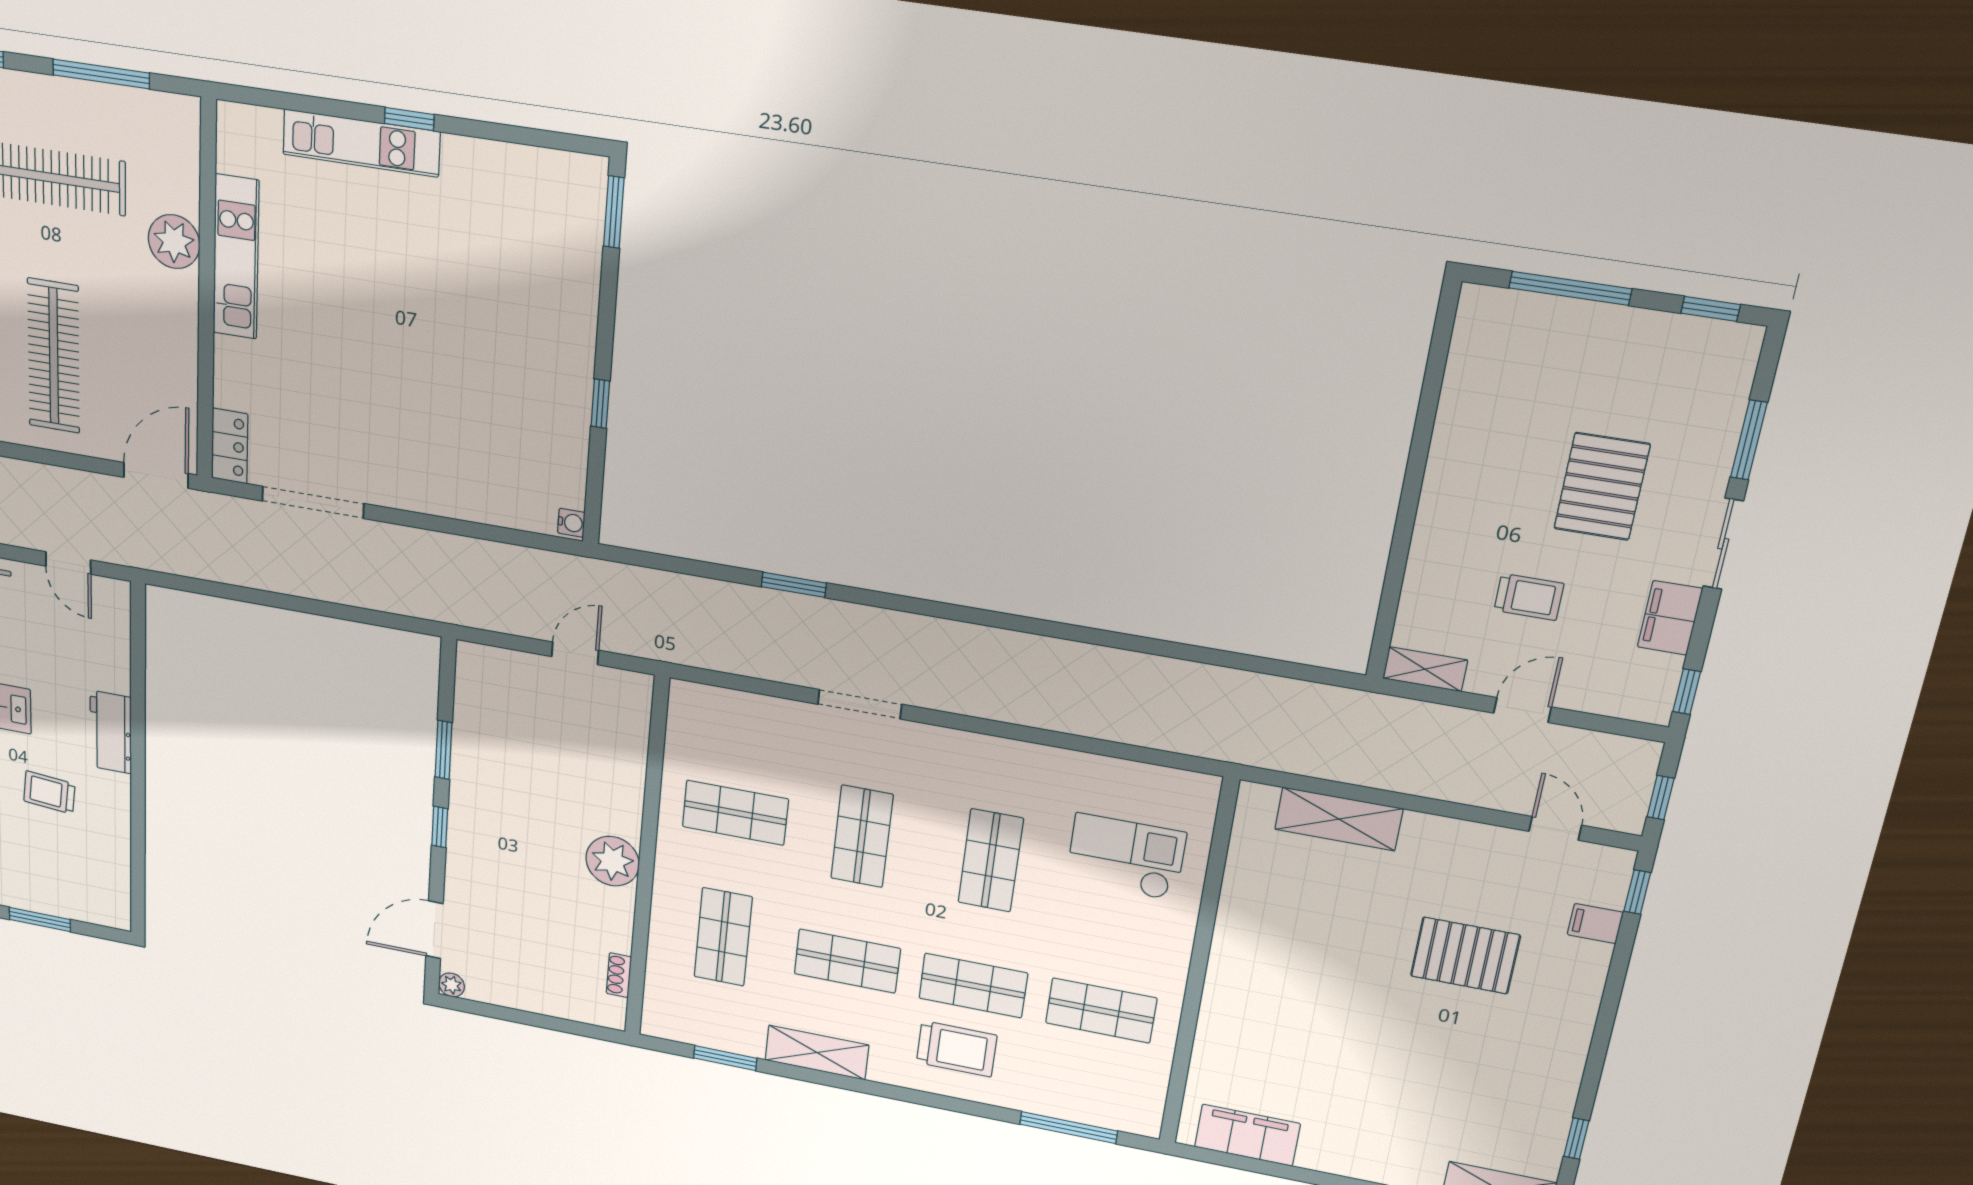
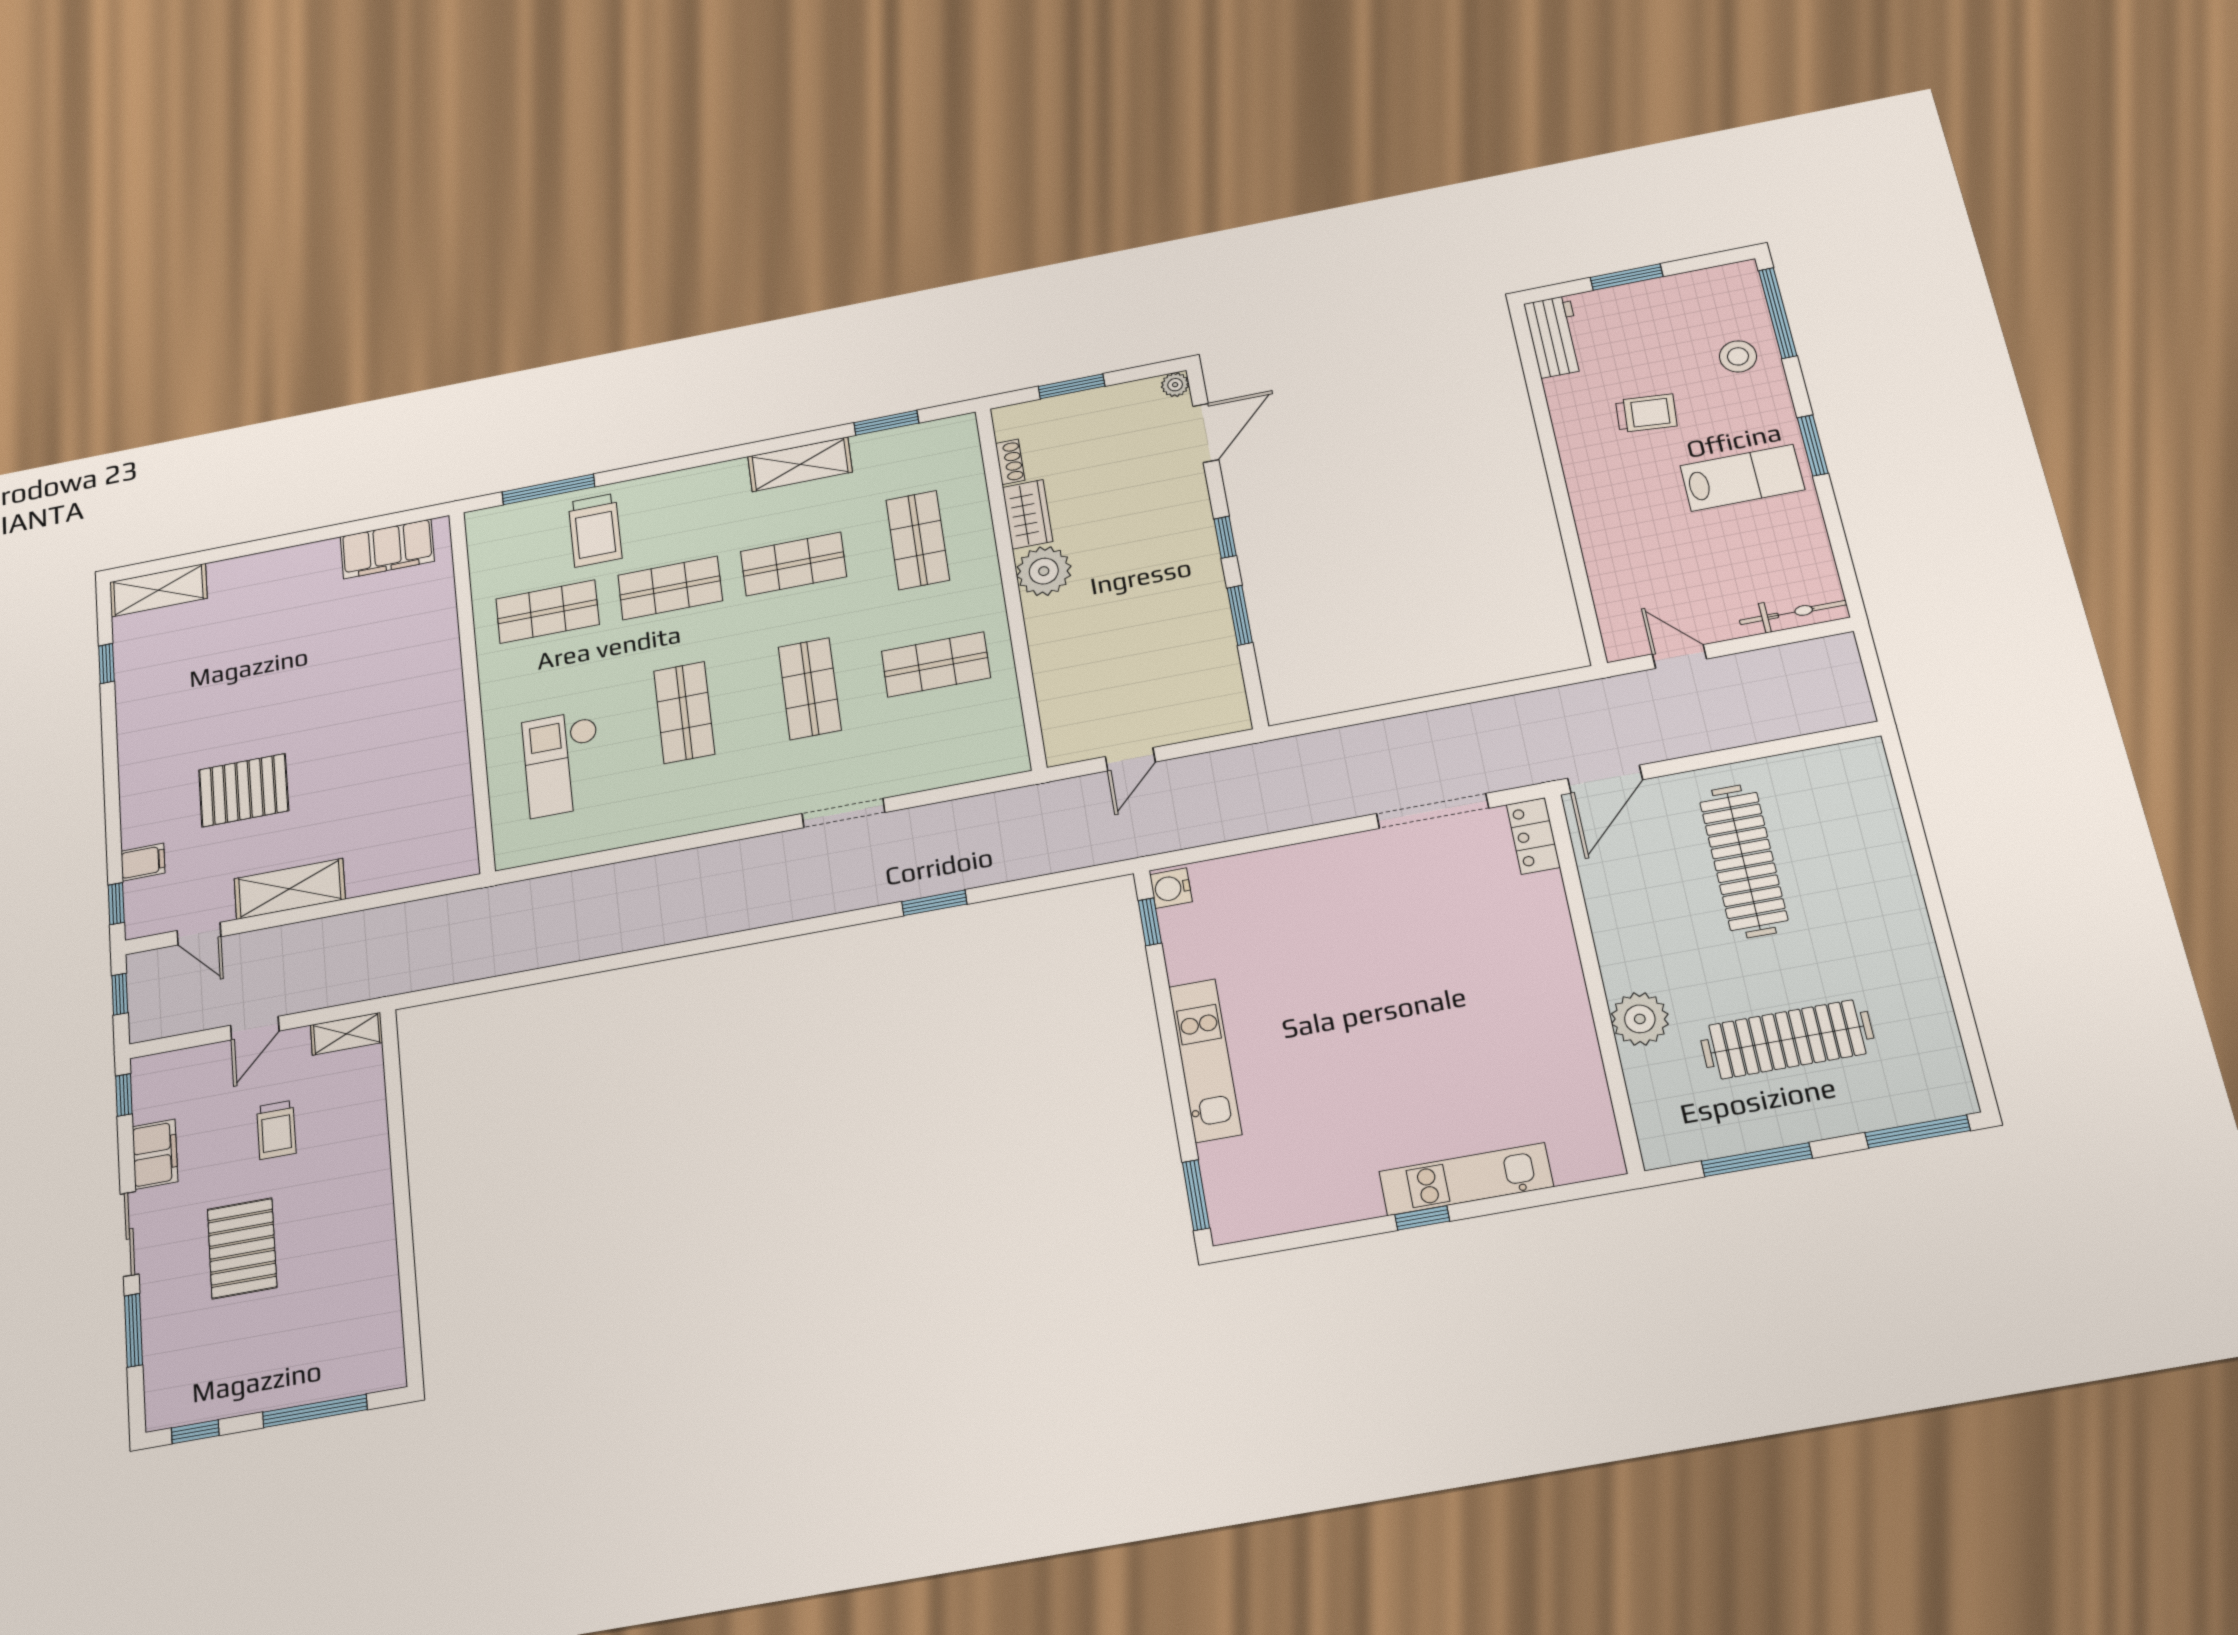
kitchen unit: (236, 257) -> (1205, 1060), moved, turned 180
window: (600, 404) -> (1150, 922), moved
water cooler: (571, 523) -> (1171, 888), width x1.38, depth x1.38
trolley: (1529, 597) -> (276, 1130), turned -90
workbench: (111, 732) -> (1555, 337), moved
shelving: (1339, 819) -> (290, 889), moved
checkout: (1126, 857) -> (563, 764), turned 90
wardrobe: (615, 920) -> (1028, 514), added
window: (545, 1022) -> (1072, 386), added
trolley: (957, 1049) -> (595, 530), moved, turned -90

